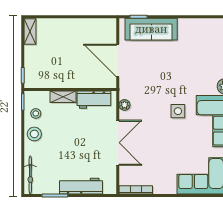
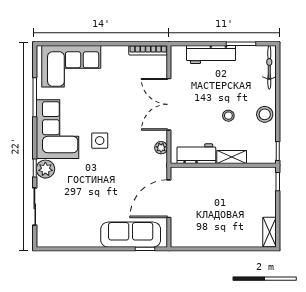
door: (118, 60) -> (169, 199), swing flipped
stool: (36, 113) -> (228, 116), moved

